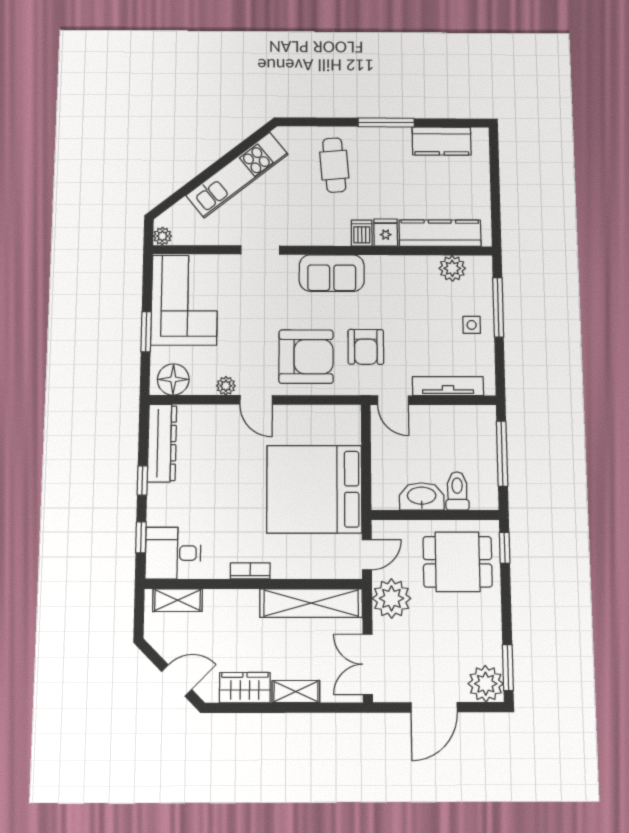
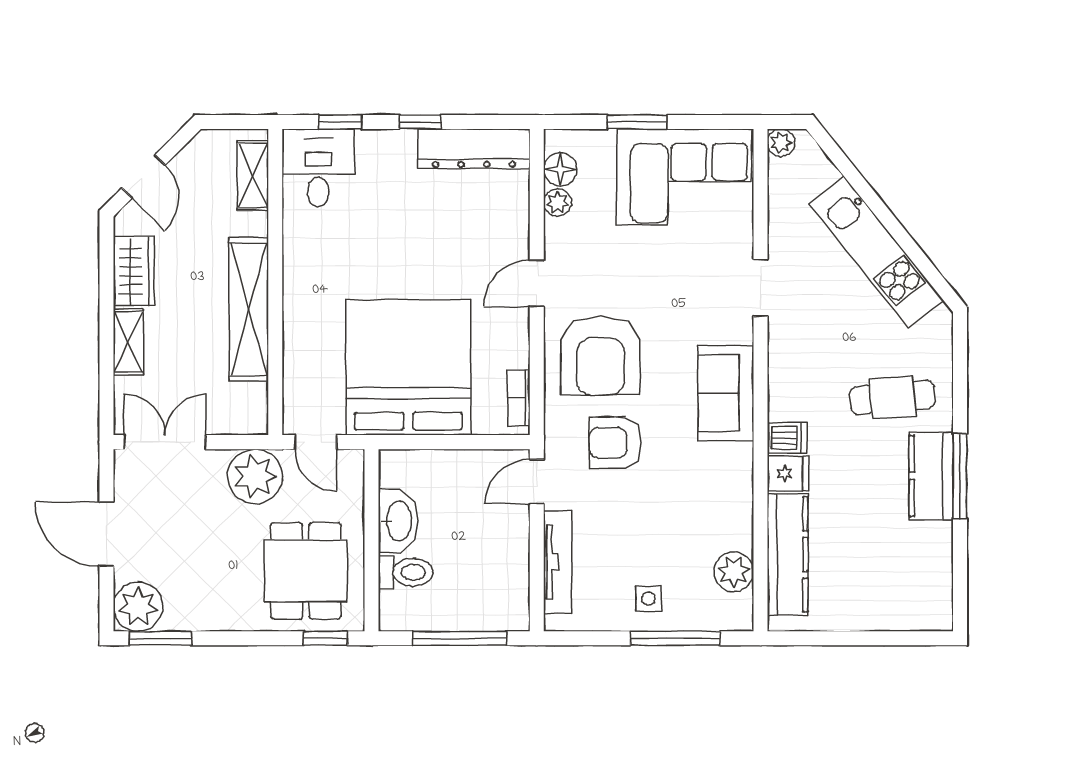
kitchen counter: (442, 141) -> (931, 476), moved
floor lamp: (173, 379) -> (560, 169), width x0.73, depth x0.73
plant: (226, 386) -> (557, 202), moved
bookcase: (250, 571) -> (519, 398), moved, turned 180
shelving: (311, 603) -> (249, 309), moved

